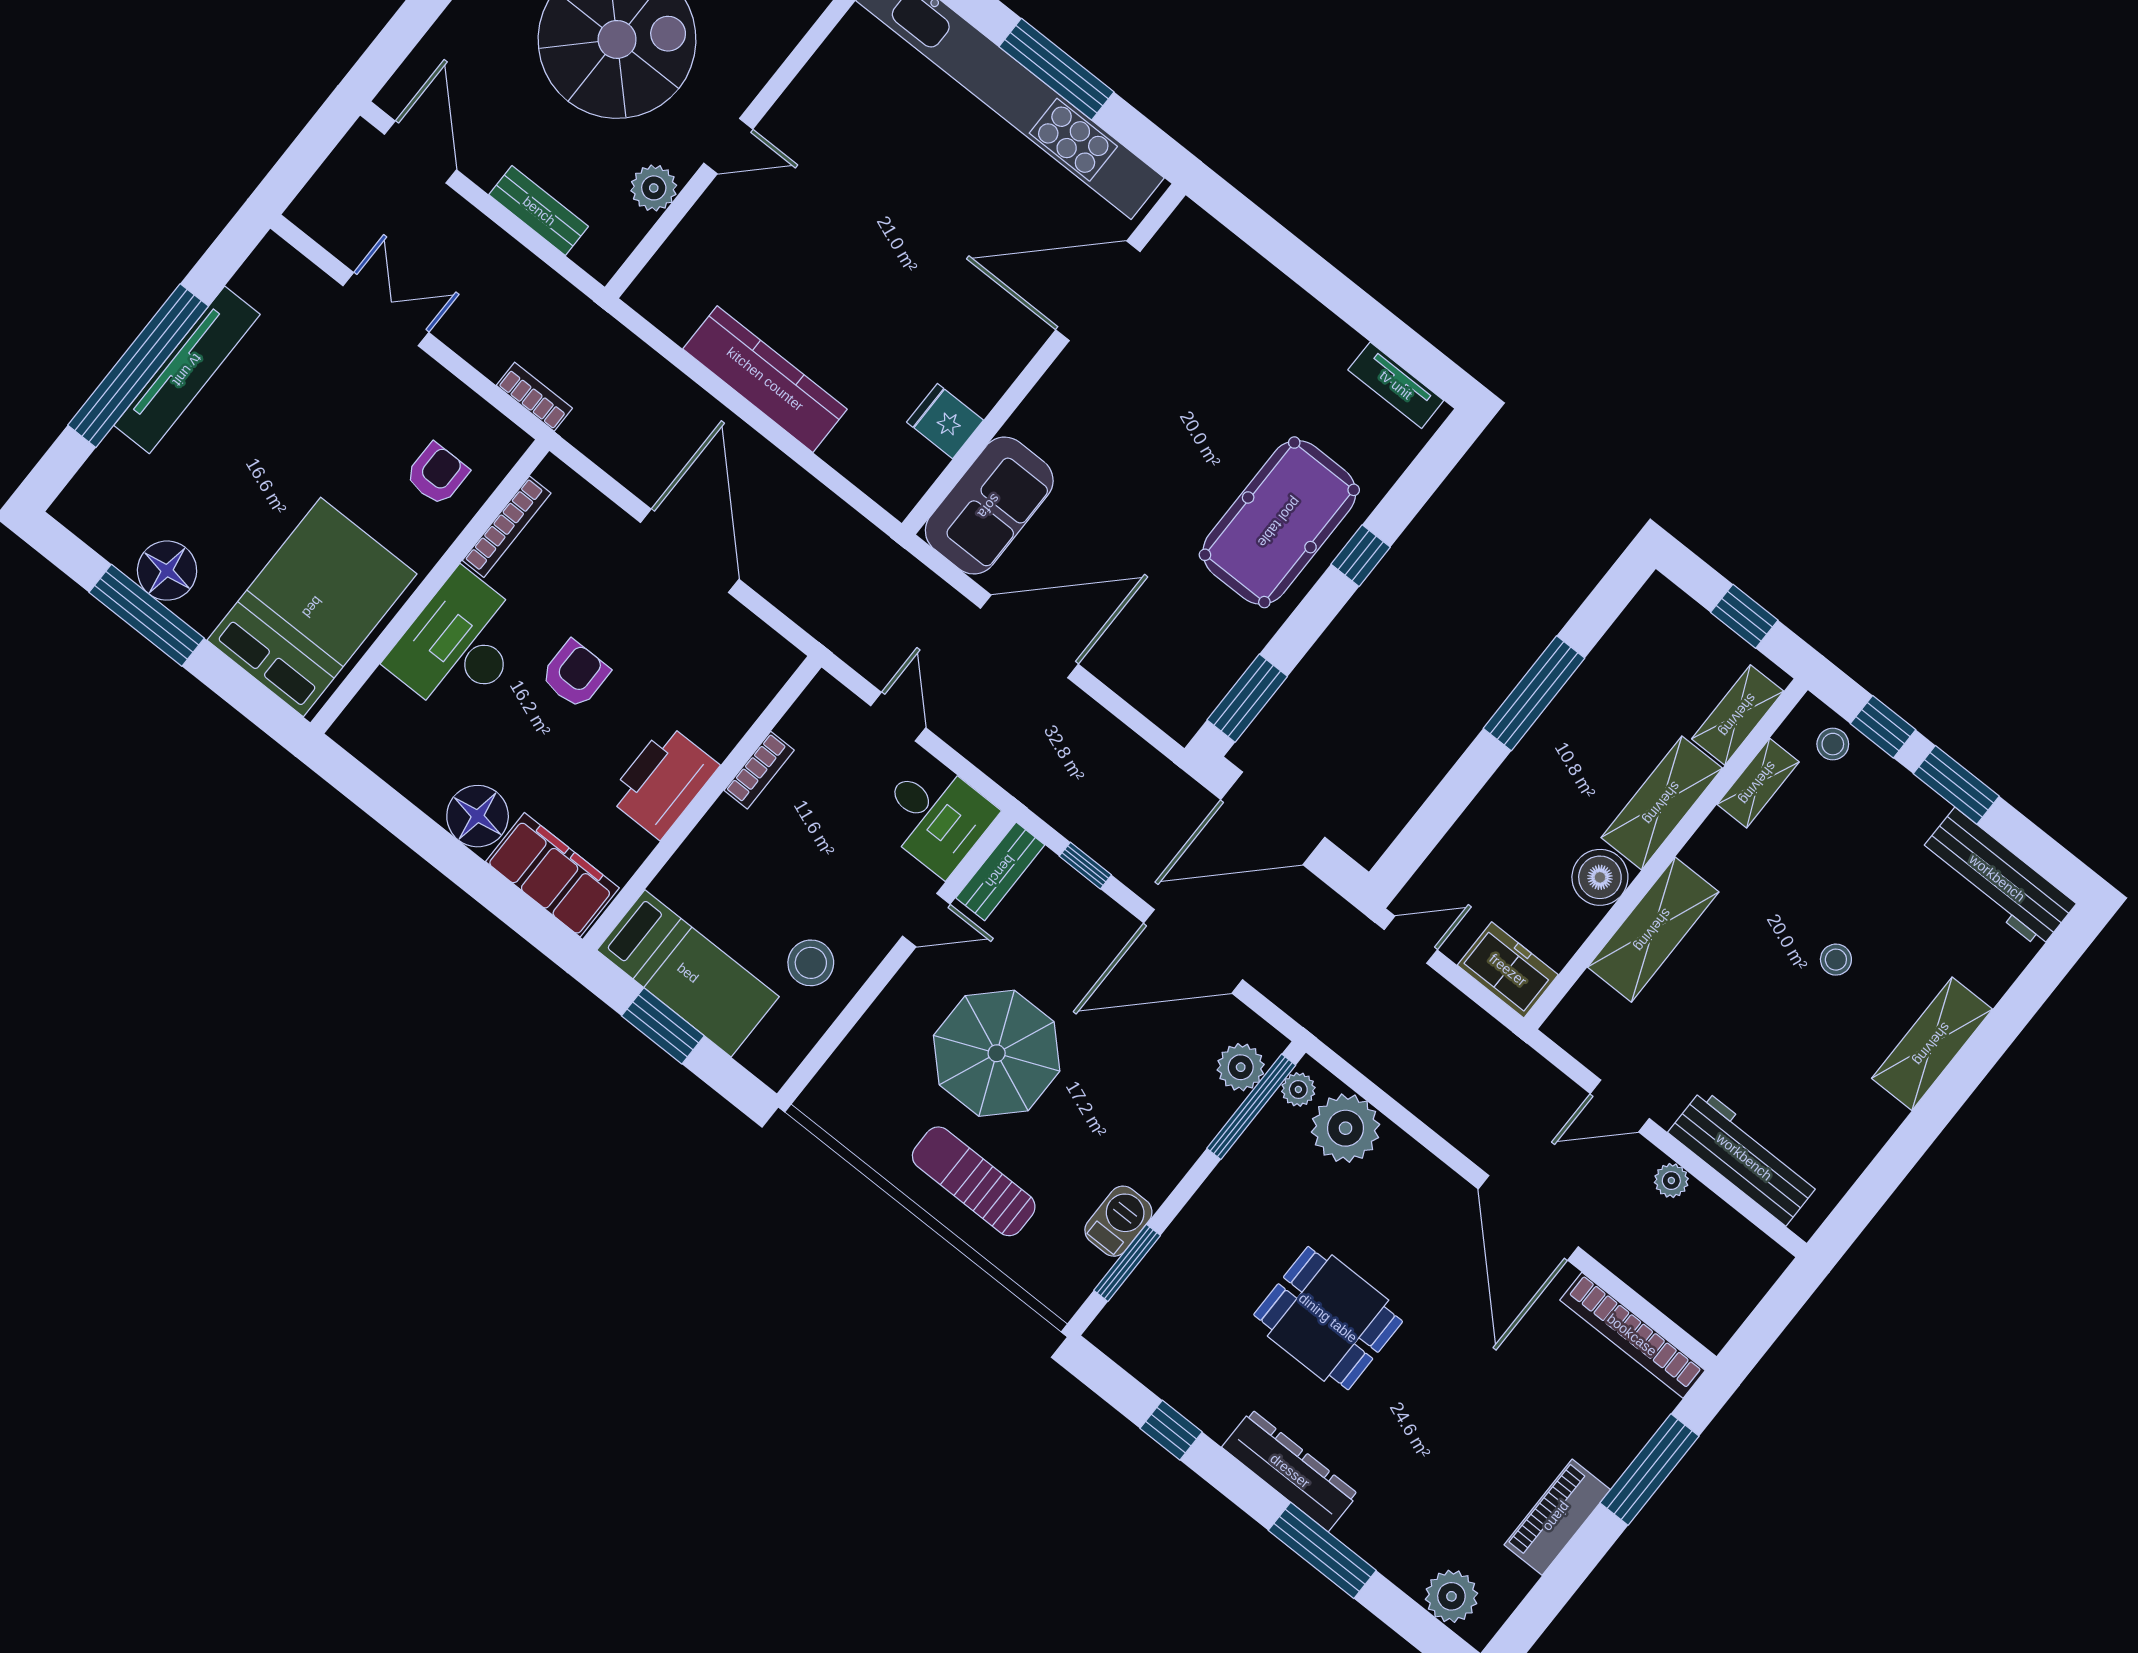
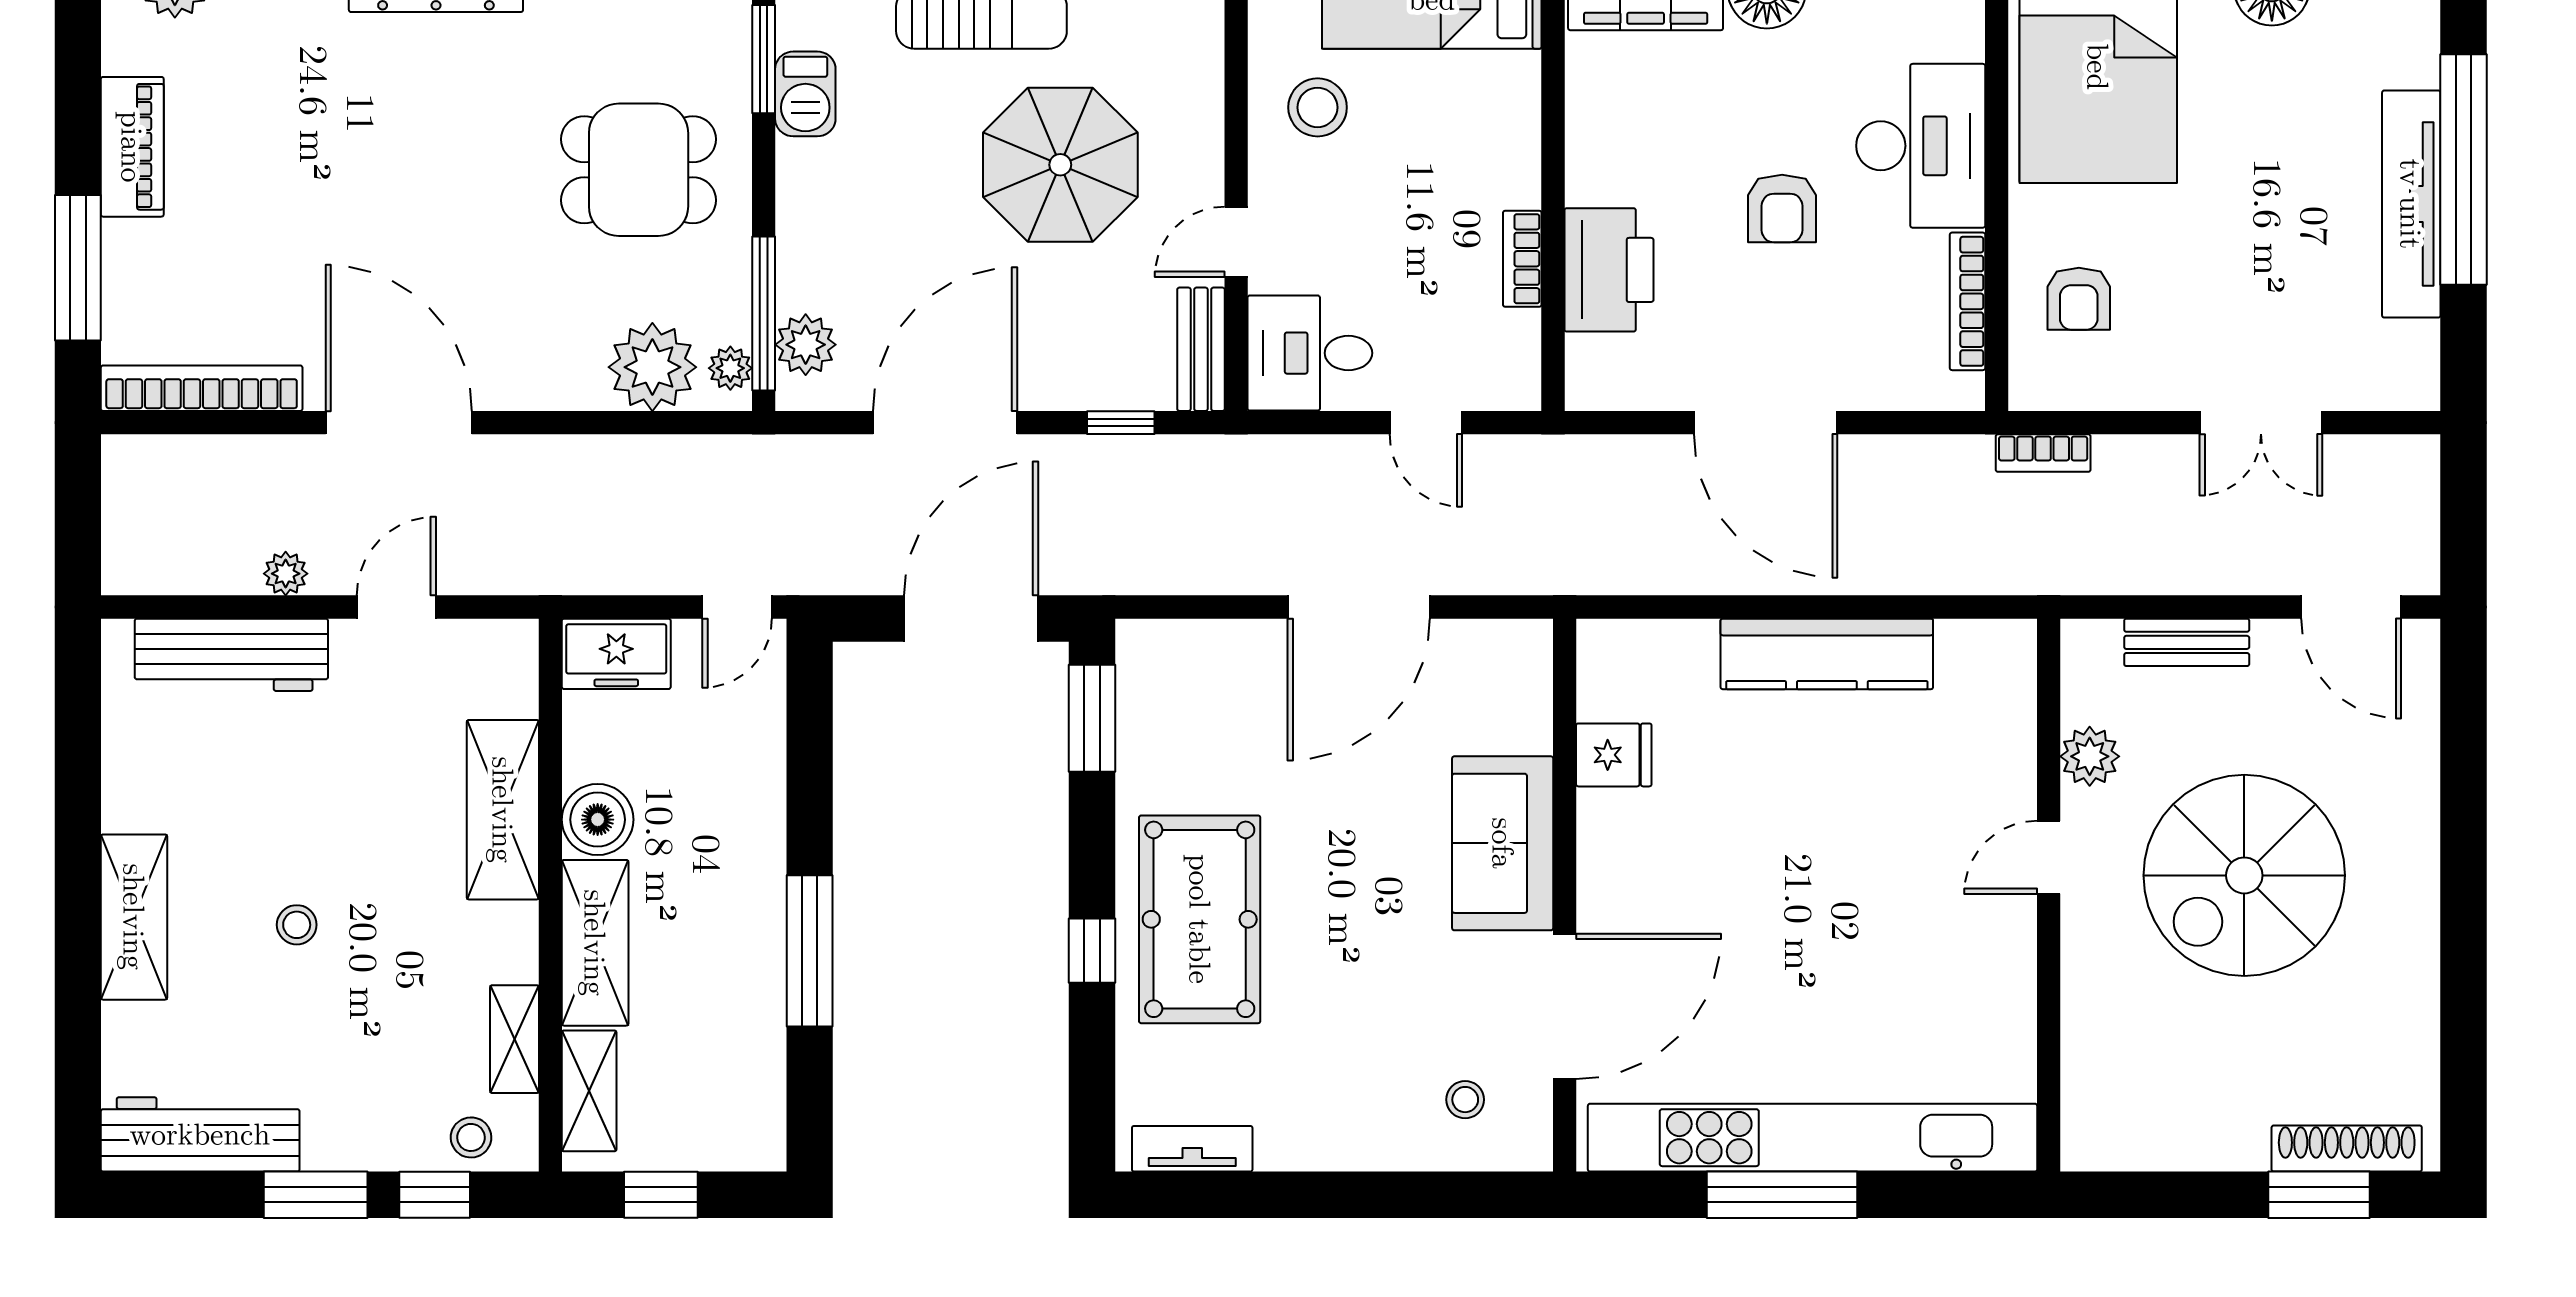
stool: (1204, 282) -> (1465, 1100), added
sofa: (989, 506) -> (1503, 843), moved
printer: (663, 781) -> (1609, 270), moved
dining table: (1328, 1318) -> (639, 170), moved

